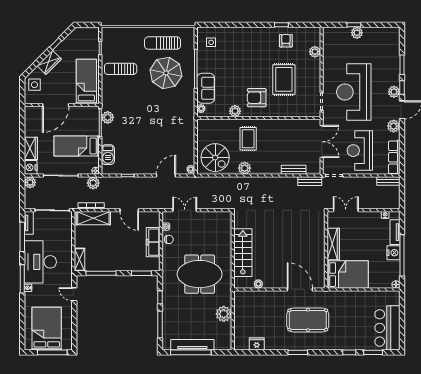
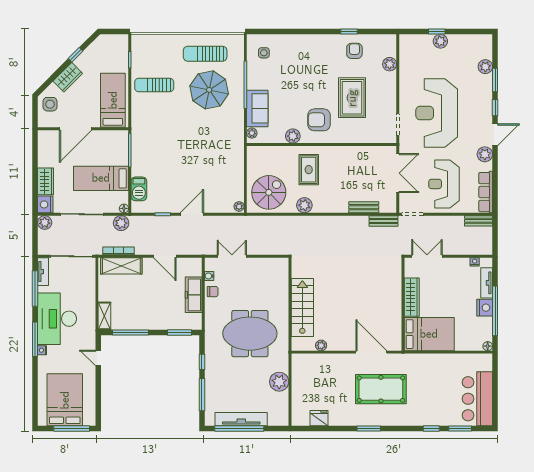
plant: (394, 92) -> (485, 67), moved
plant: (108, 117) -> (139, 144), removed
spiral stairs: (215, 158) -> (269, 192), turned -90
door: (166, 176) -> (192, 214), moved

